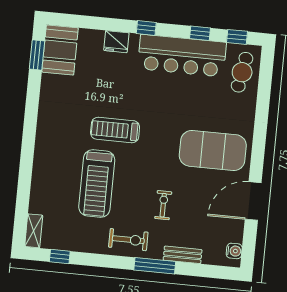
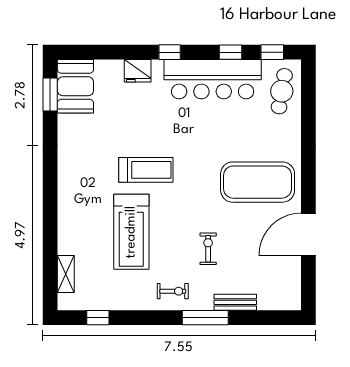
treadmill: (115, 130) -> (146, 170), turned 180
shelving: (34, 231) -> (66, 274), moved
exercise bike: (128, 240) -> (173, 291), width x0.73, depth x0.72
water cooler: (234, 251) -> (293, 292), removed

